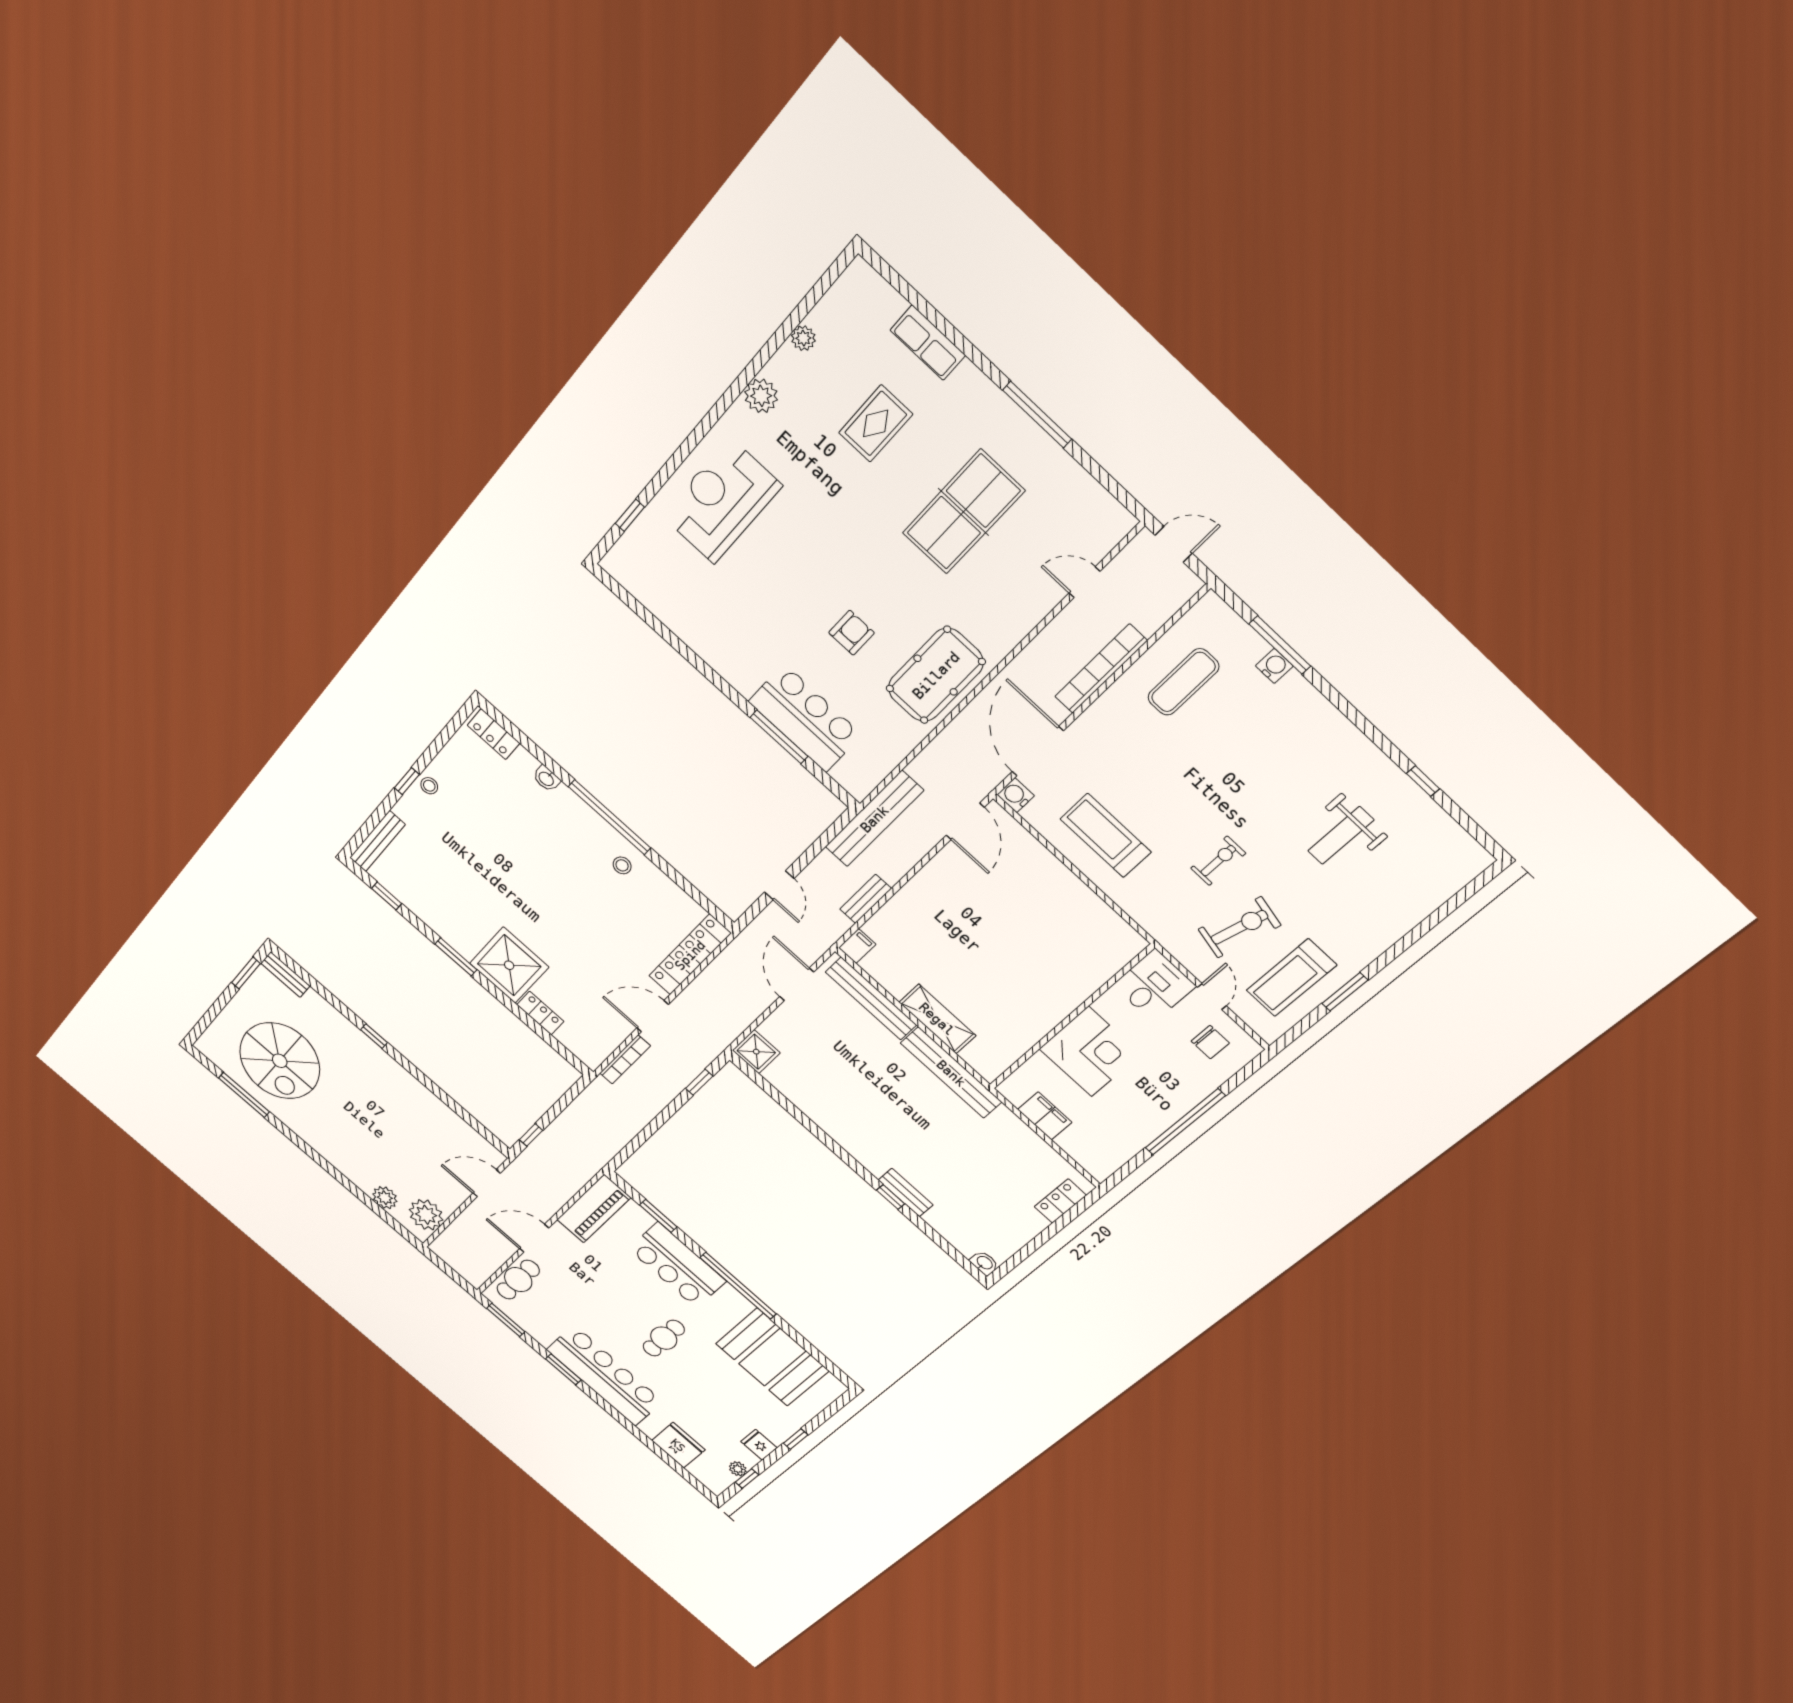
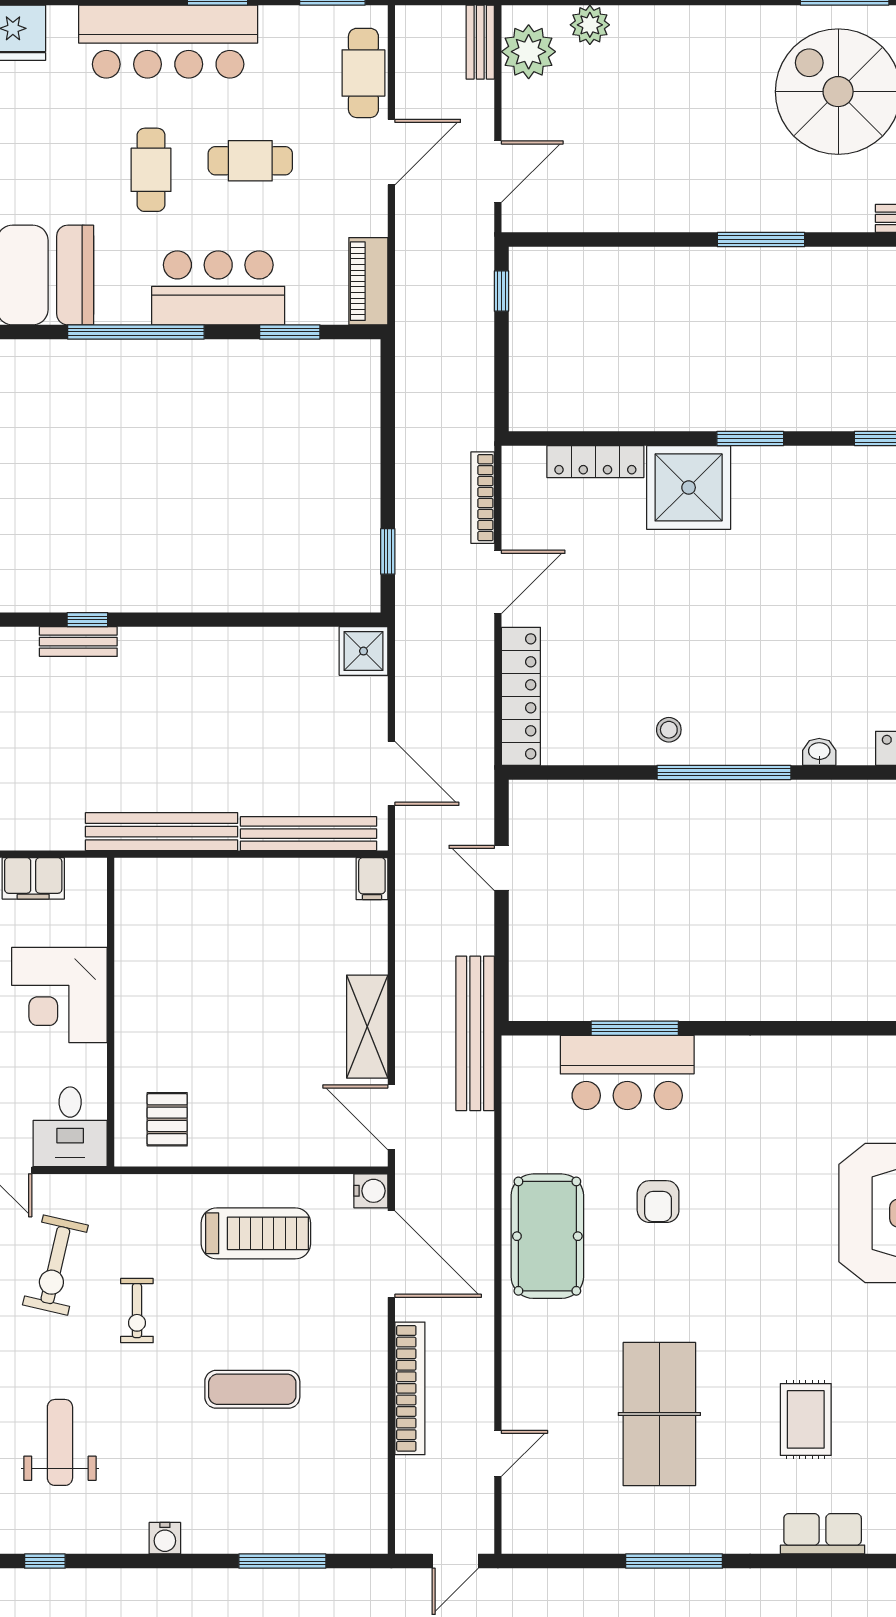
water cooler: (1274, 666) -> (165, 1538), moved
exercise mat: (1183, 682) -> (252, 1389), moved, turned 90
bench: (866, 899) -> (480, 42), moved
pallet: (1095, 939) -> (167, 1119), added
locker: (540, 1013) -> (595, 462), width x1.53
shelving: (937, 1019) -> (367, 1027), moved, turned 90
window: (374, 1036) -> (761, 240), width x2.17
piano: (594, 1209) -> (368, 281), width x0.73, depth x0.75
cafe table: (610, 1298) -> (250, 161), added

